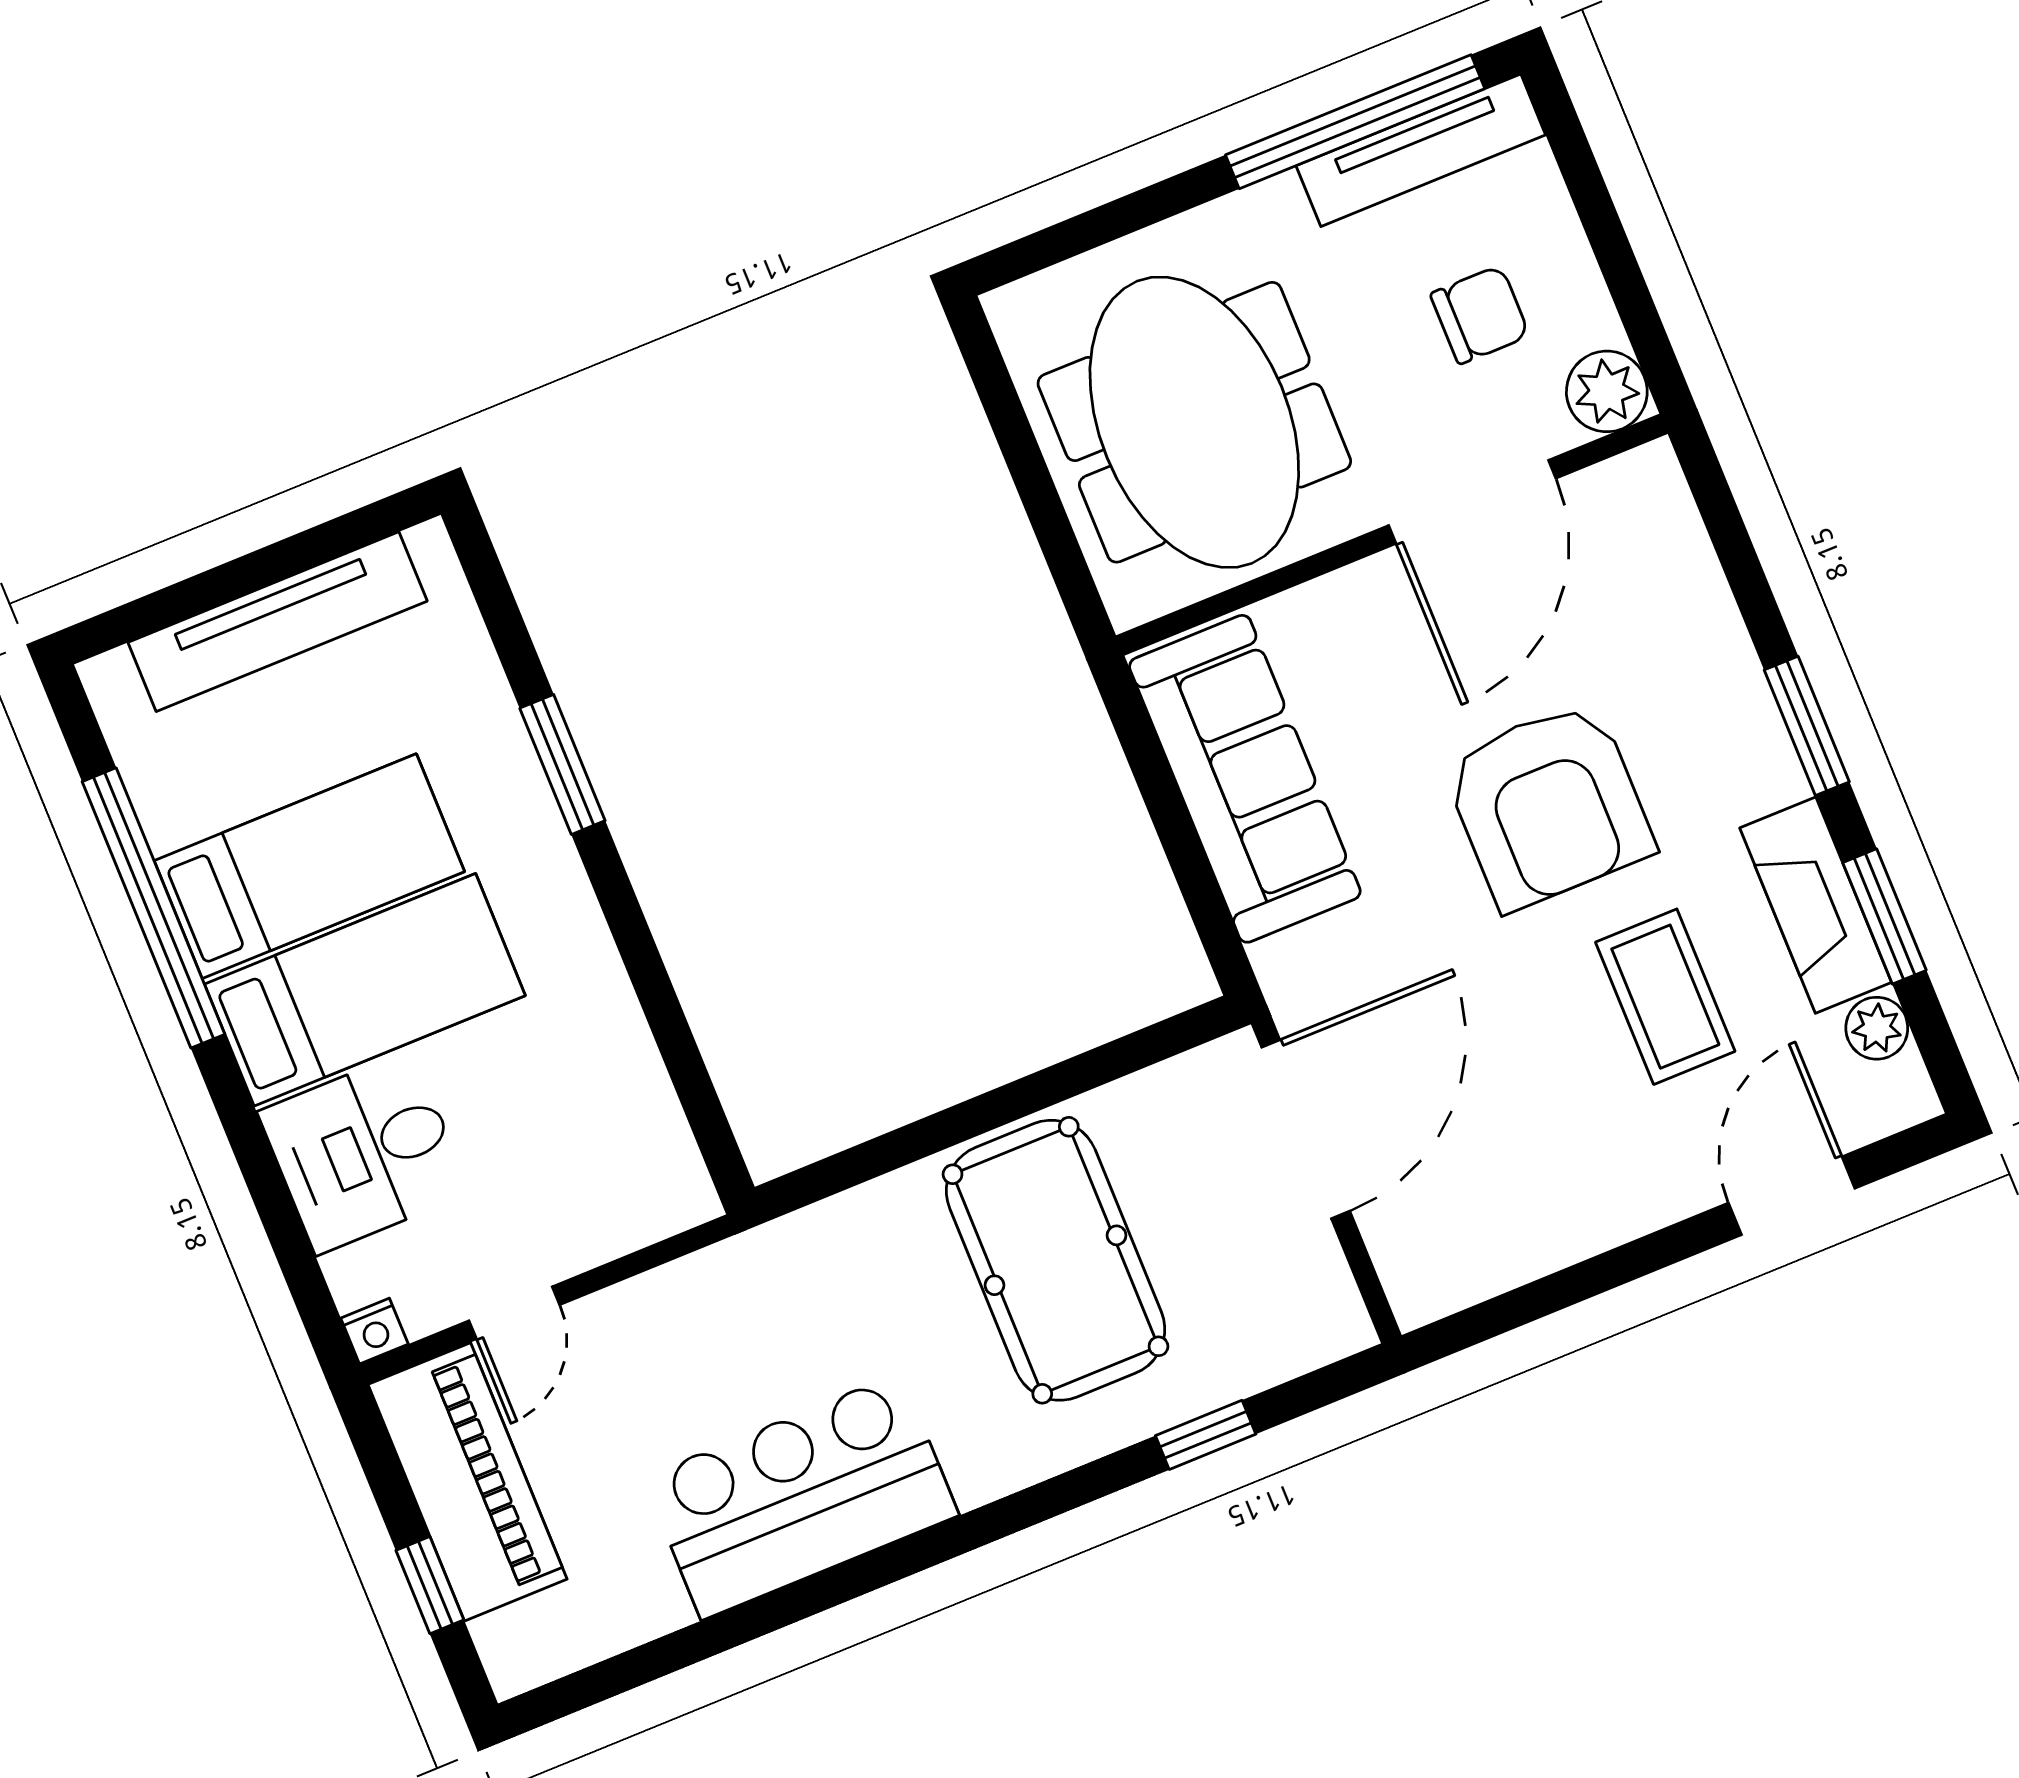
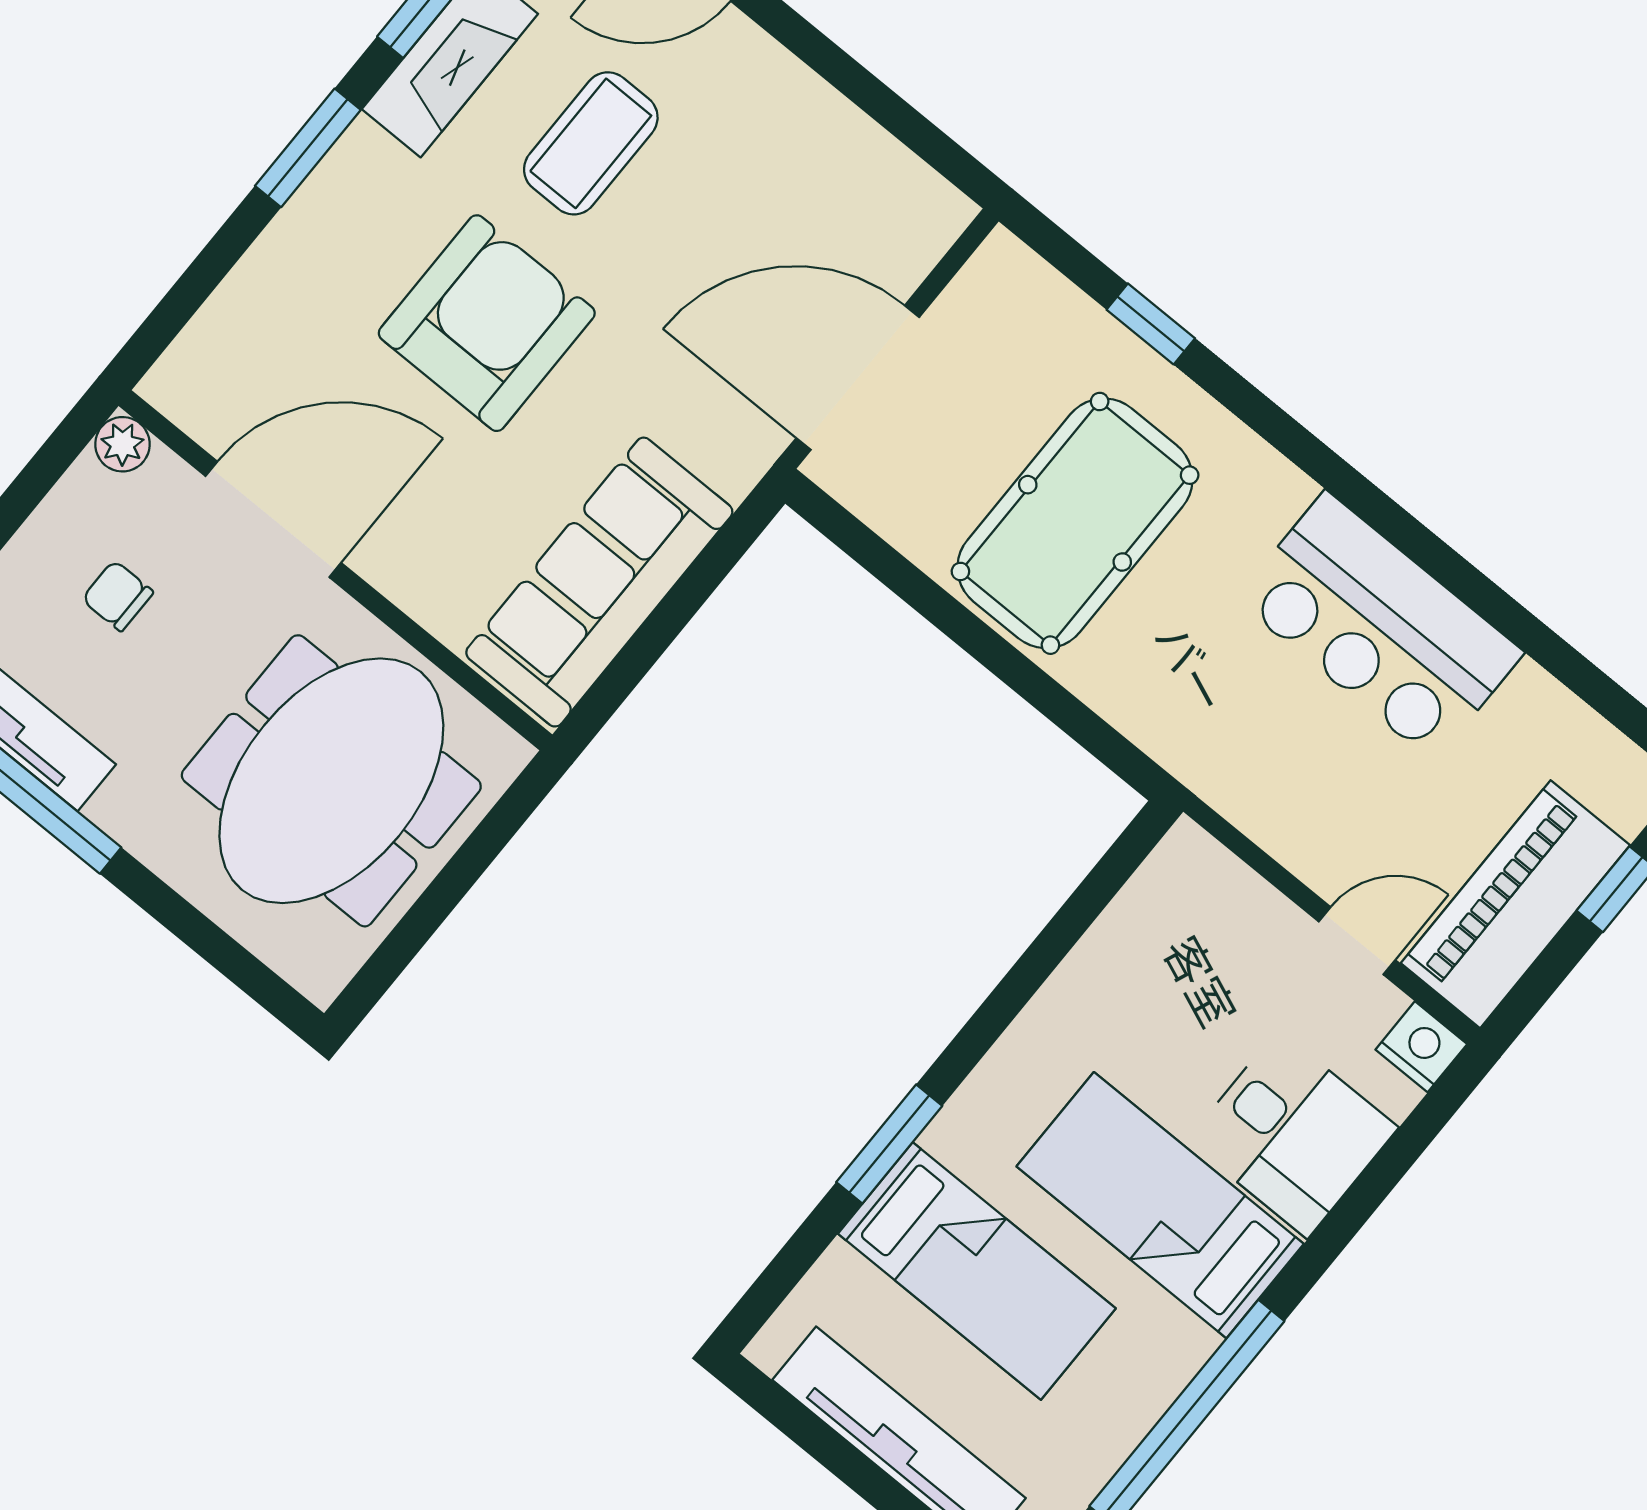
chair: (1480, 315) -> (118, 596), width x0.73, depth x0.73
plant: (1607, 391) -> (122, 444), width x0.73, depth x0.73
bed: (309, 866) -> (977, 1271), moved, turned 180
nightstand: (374, 1331) -> (1421, 1047), width x1.39, depth x1.35

